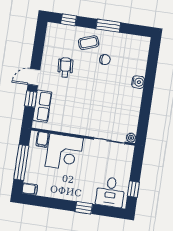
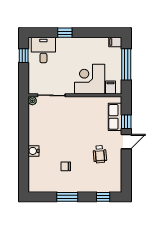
coffee table: (89, 43) -> (82, 179), removed

